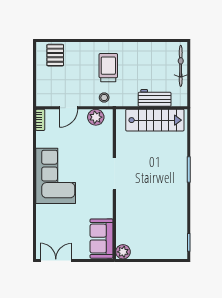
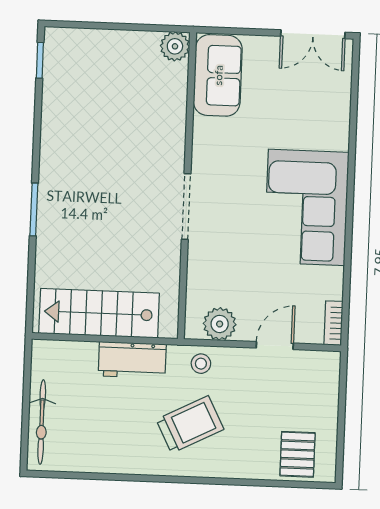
trolley: (108, 68) -> (190, 424), turned -117
workbench: (155, 98) -> (132, 360), moved

